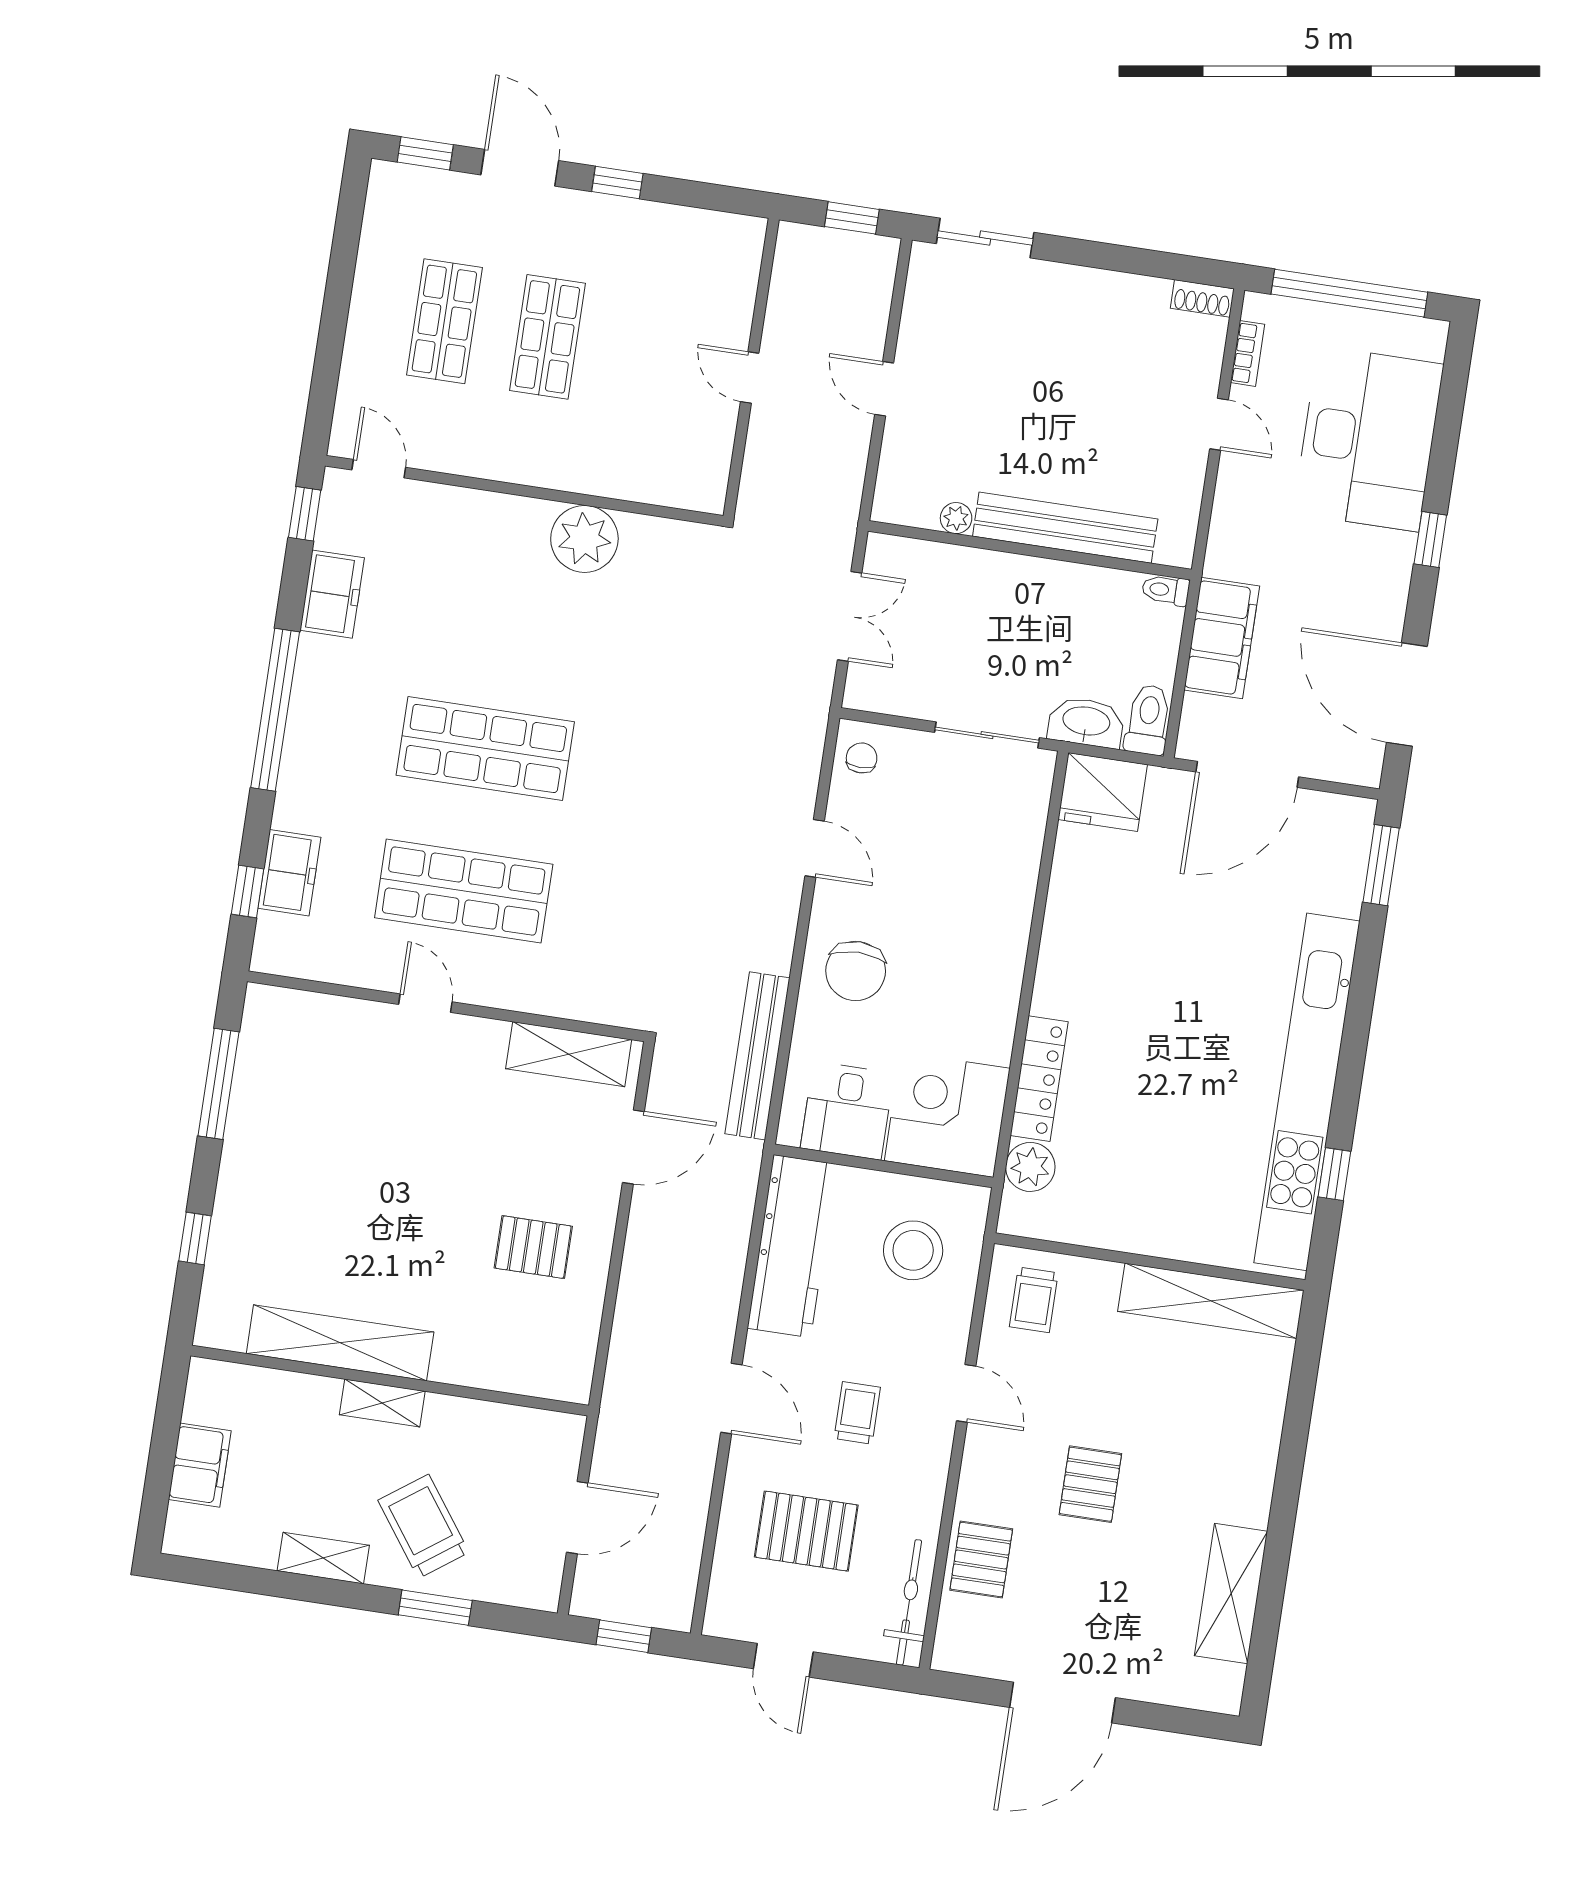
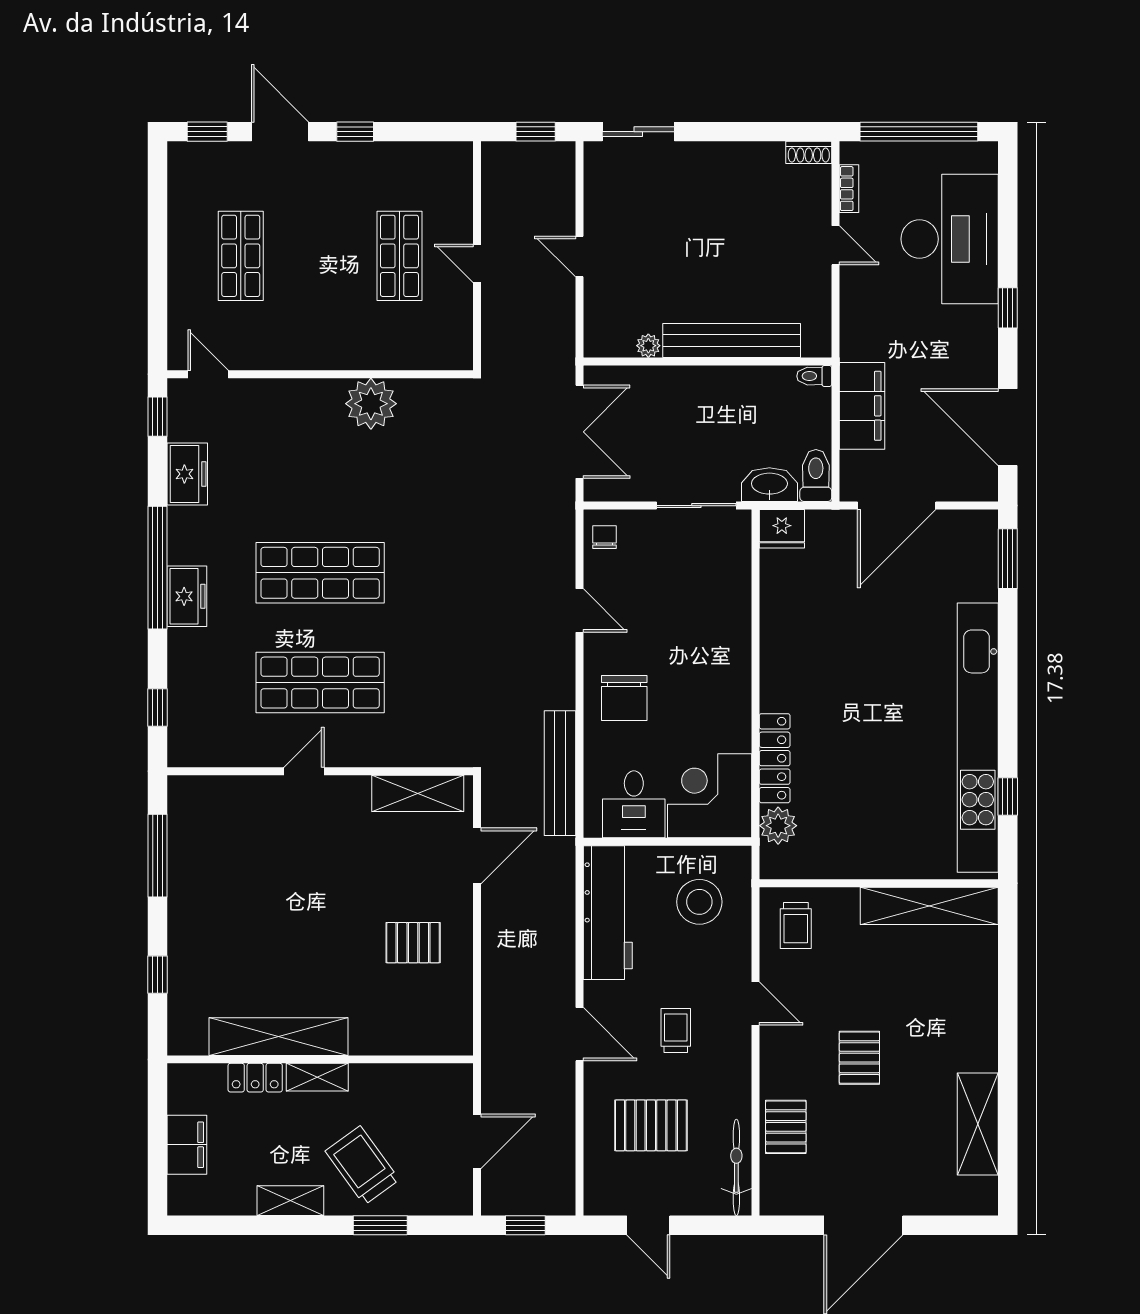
shop shelf: (547, 337) -> (399, 256), moved
double door: (850, 616) -> (579, 432), width x1.37
fridge: (1103, 792) -> (782, 529), width x0.73, depth x0.75
freezer: (289, 873) -> (187, 596), moved
door: (425, 1003) -> (304, 771), hinge flipped
locker: (302, 1391) -> (255, 1078), added

